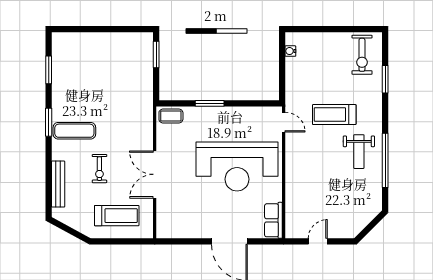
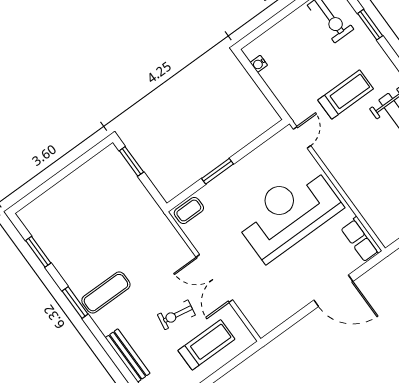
treadmill: (334, 115) -> (346, 94), turned 180
door: (284, 122) -> (302, 137), hinge flipped
reception desk: (237, 166) -> (288, 213), turned 180
exercise bike: (99, 169) -> (176, 315), moved, turned 100

